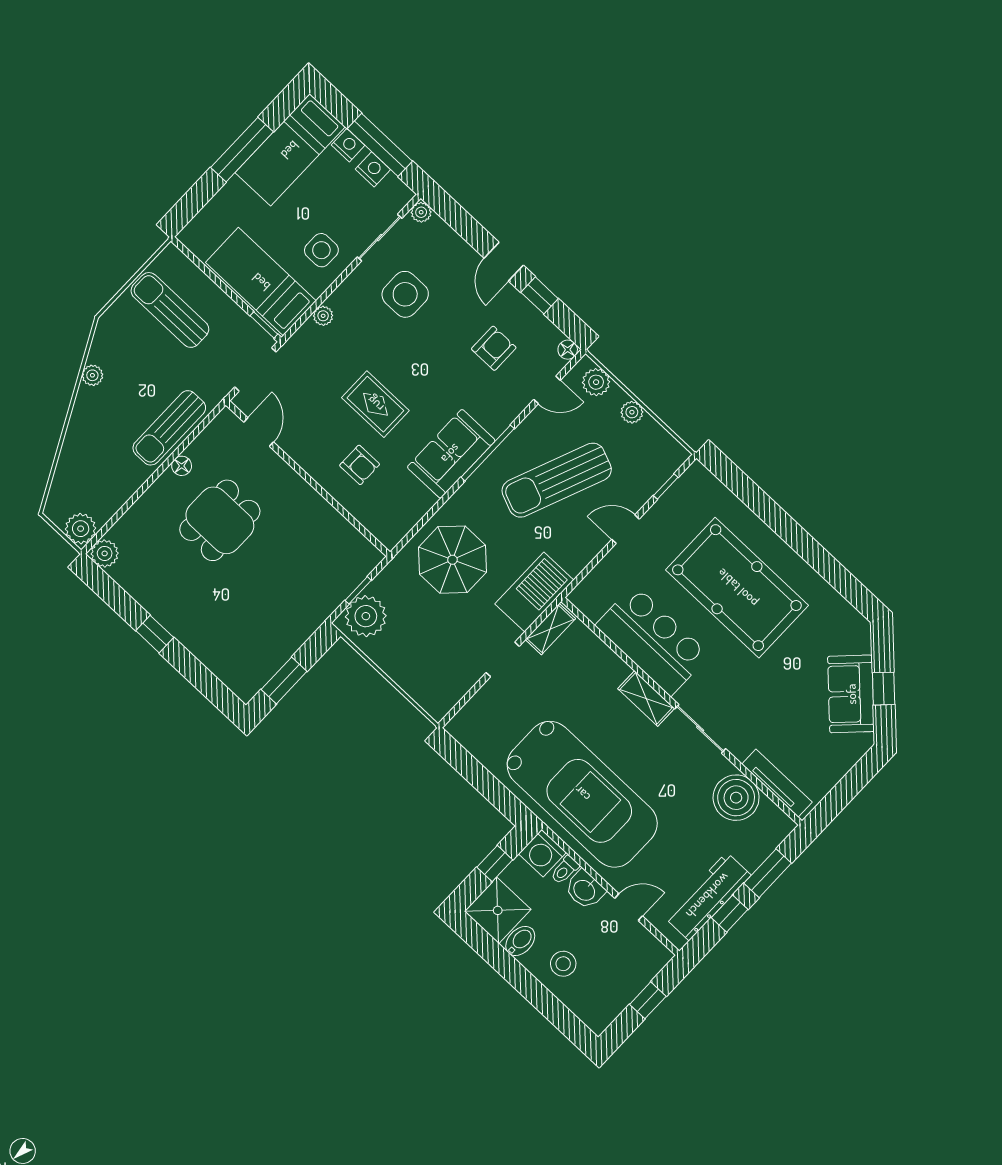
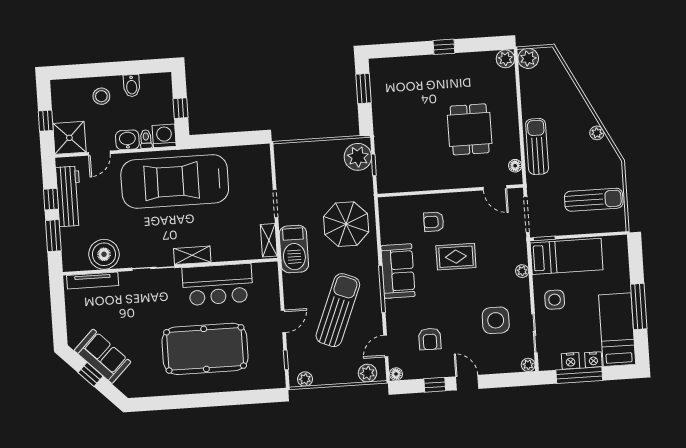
plant: (632, 412) -> (305, 379), moved
floor lamp: (182, 466) -> (515, 166), moved
shower: (498, 910) -> (69, 138), moved

